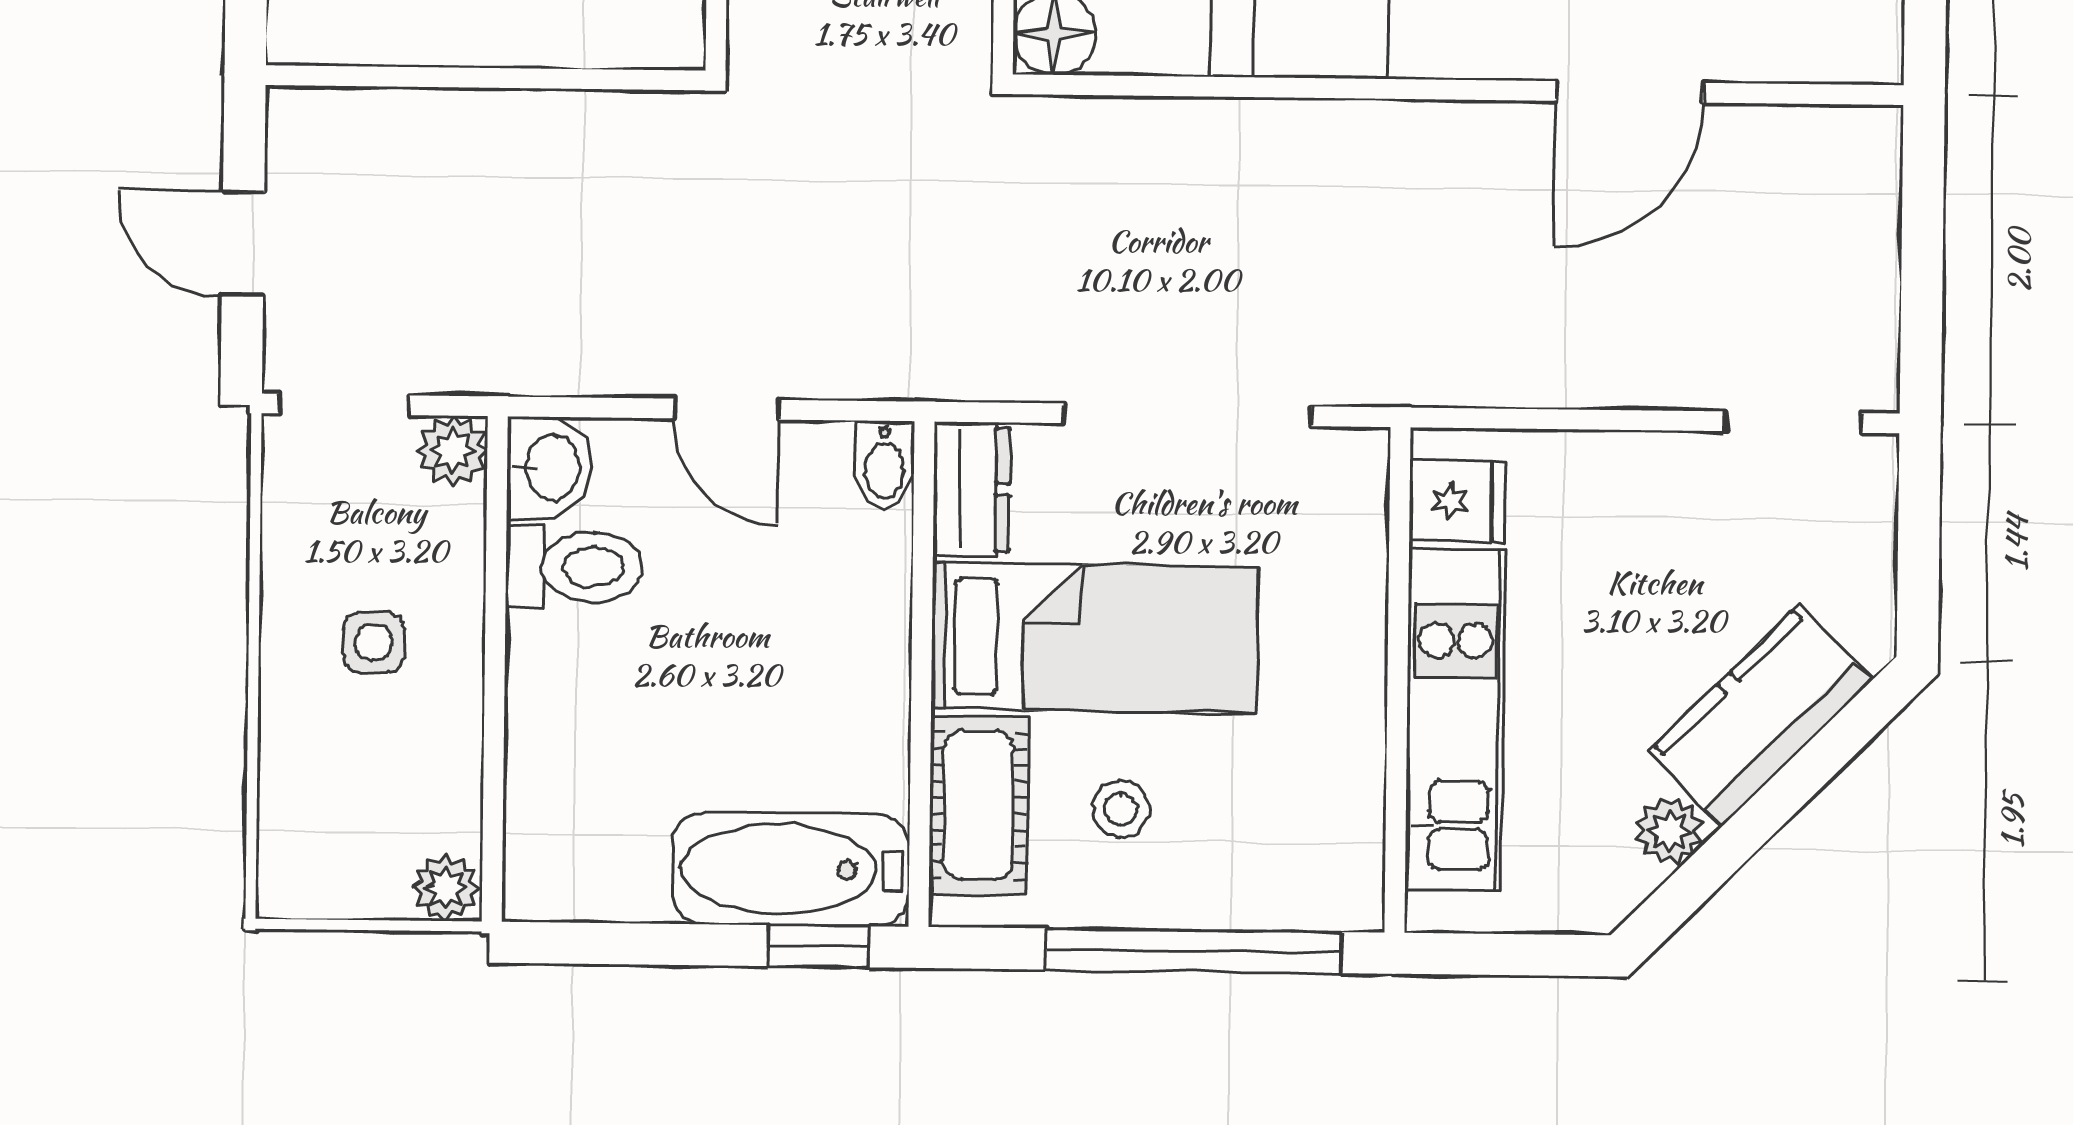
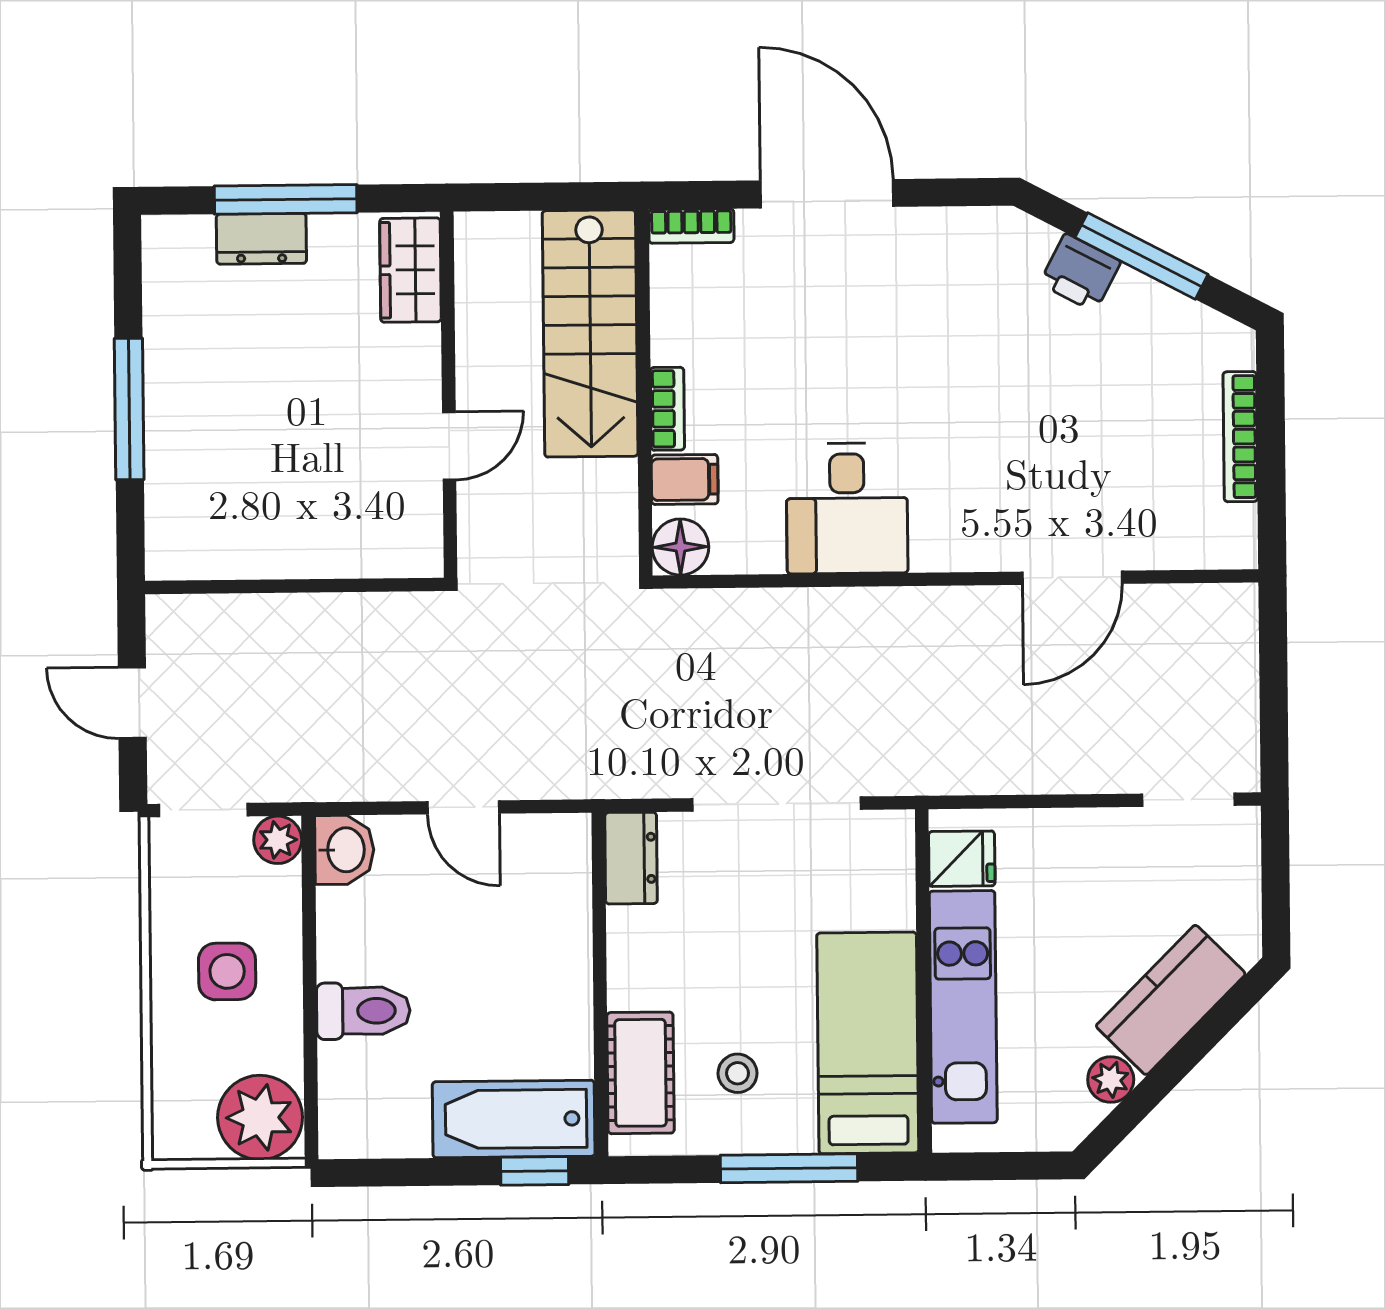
bidet: (884, 465) -> (571, 843), removed
toilet: (574, 567) -> (363, 1011), moved
bed: (1094, 638) -> (868, 1043), moved, turned -90
side table: (374, 643) -> (227, 971), width x1.37, depth x1.37
plant: (446, 888) -> (260, 1117), width x1.88, depth x1.88
window: (1193, 951) -> (789, 1168), width x0.68

